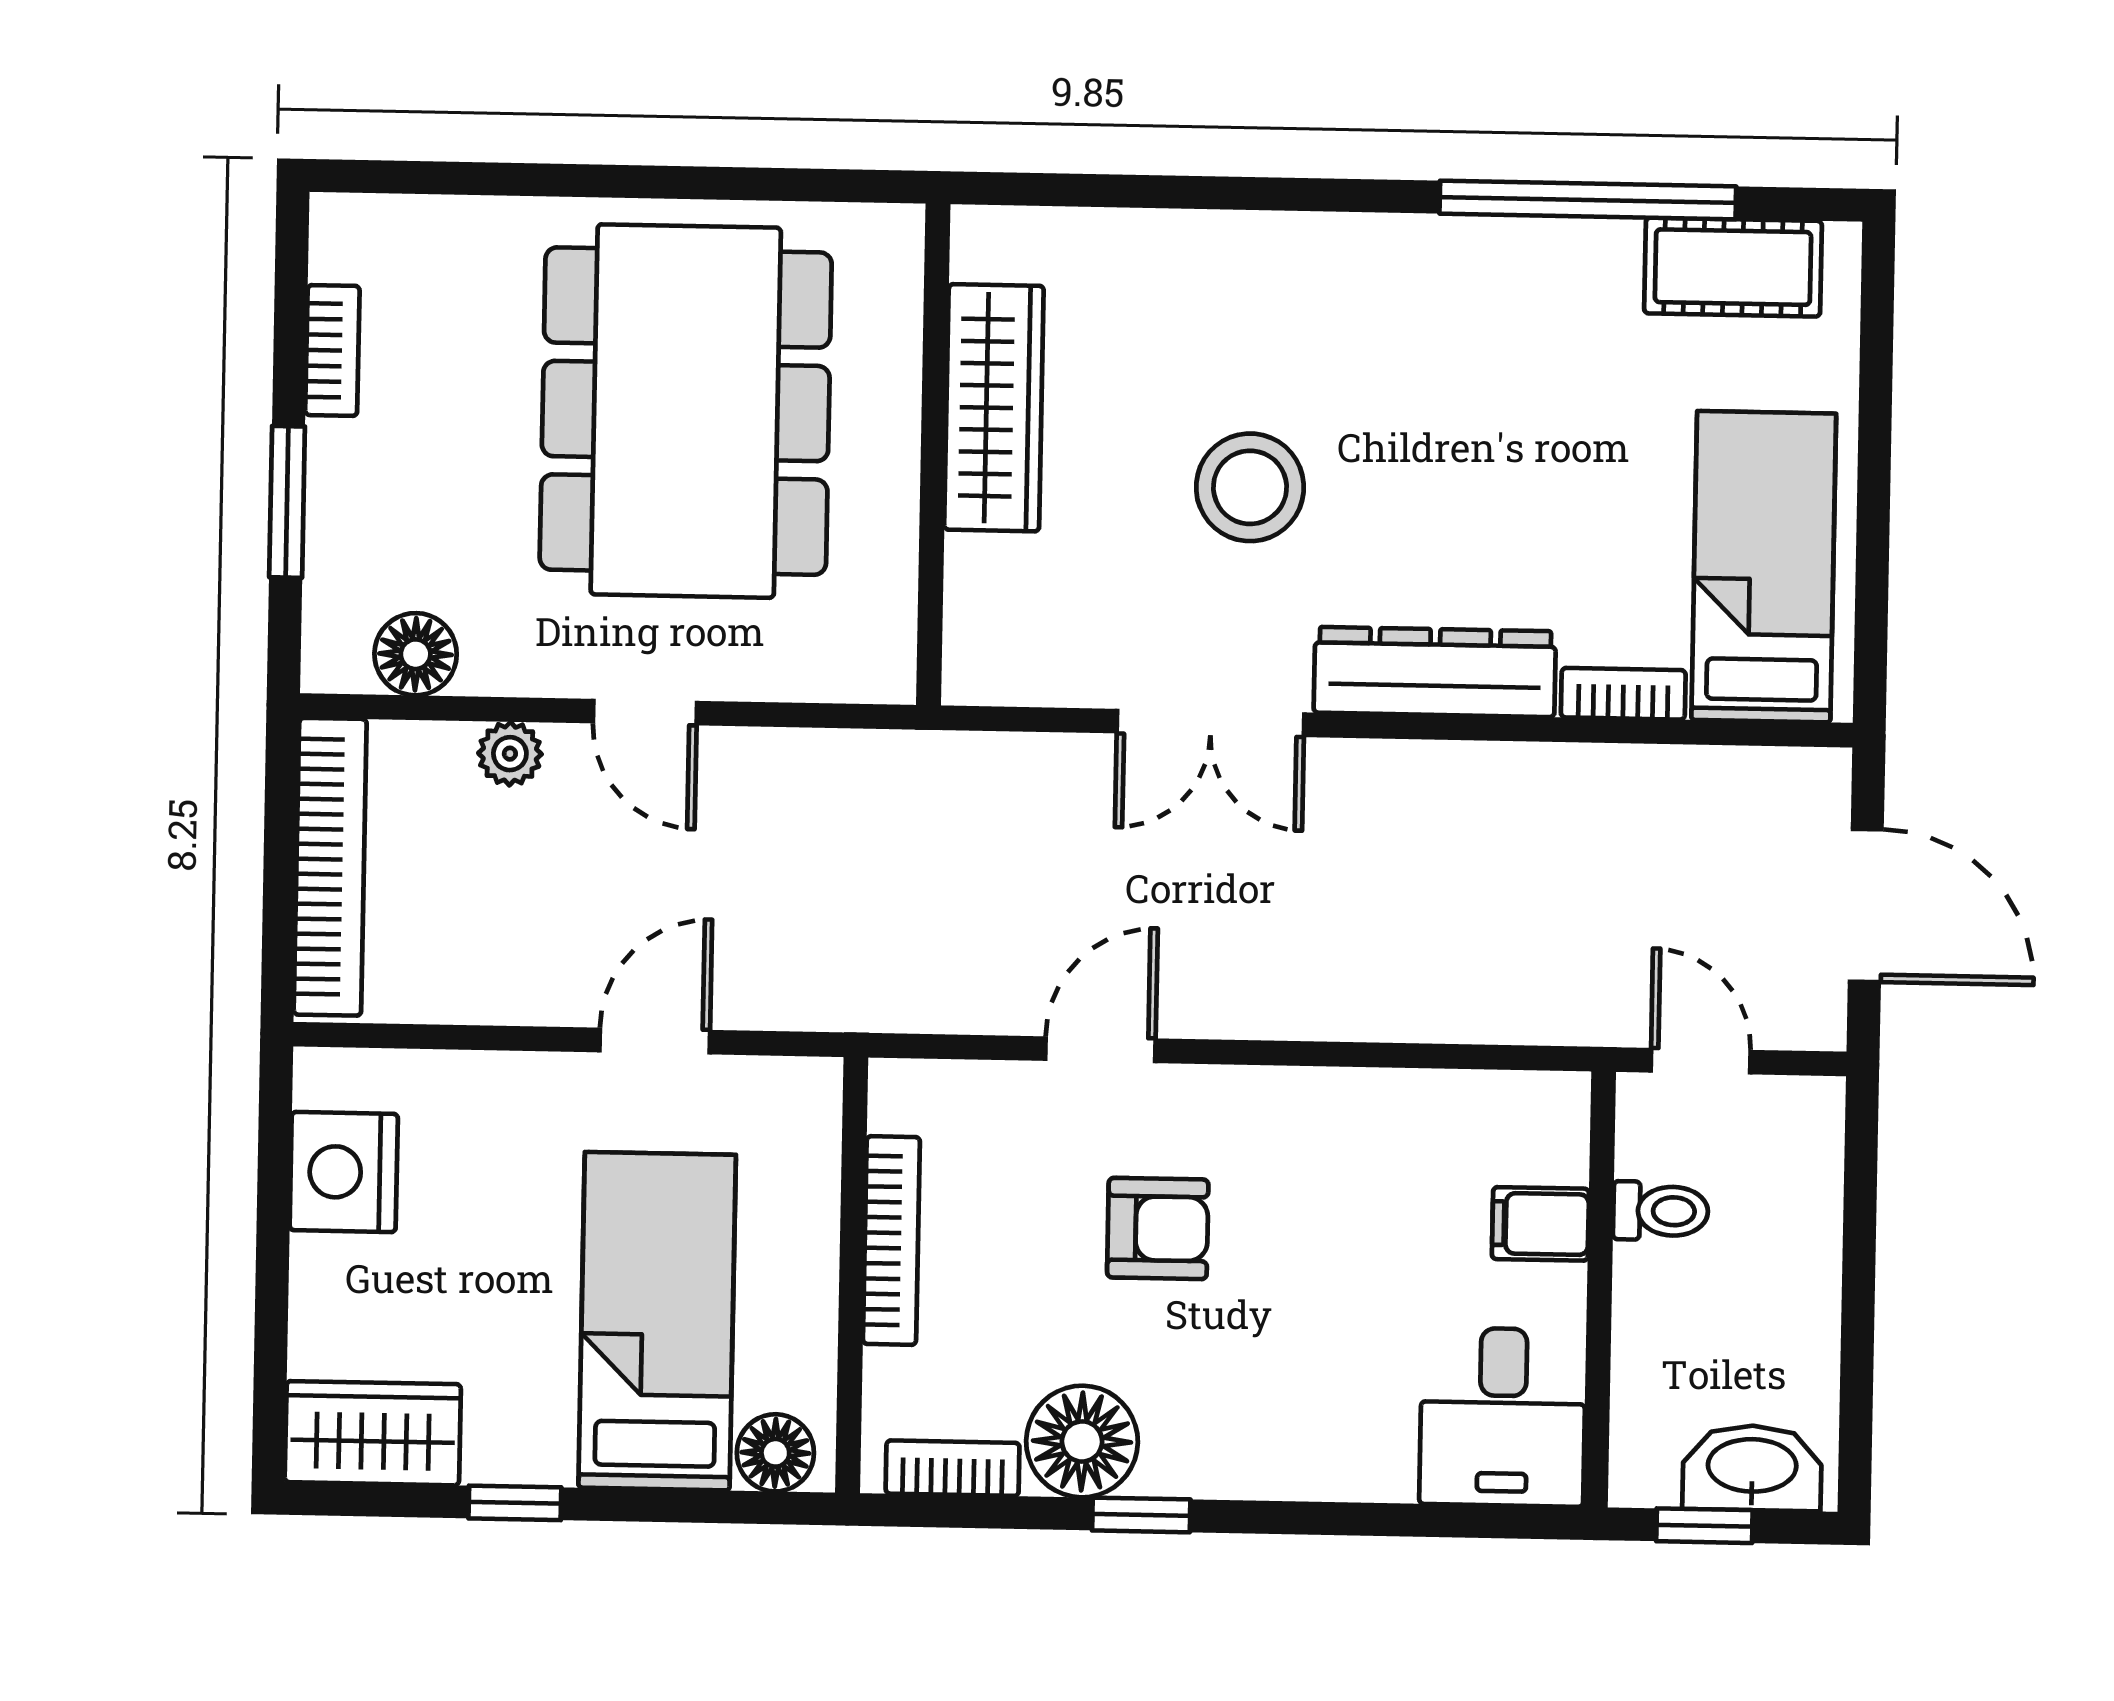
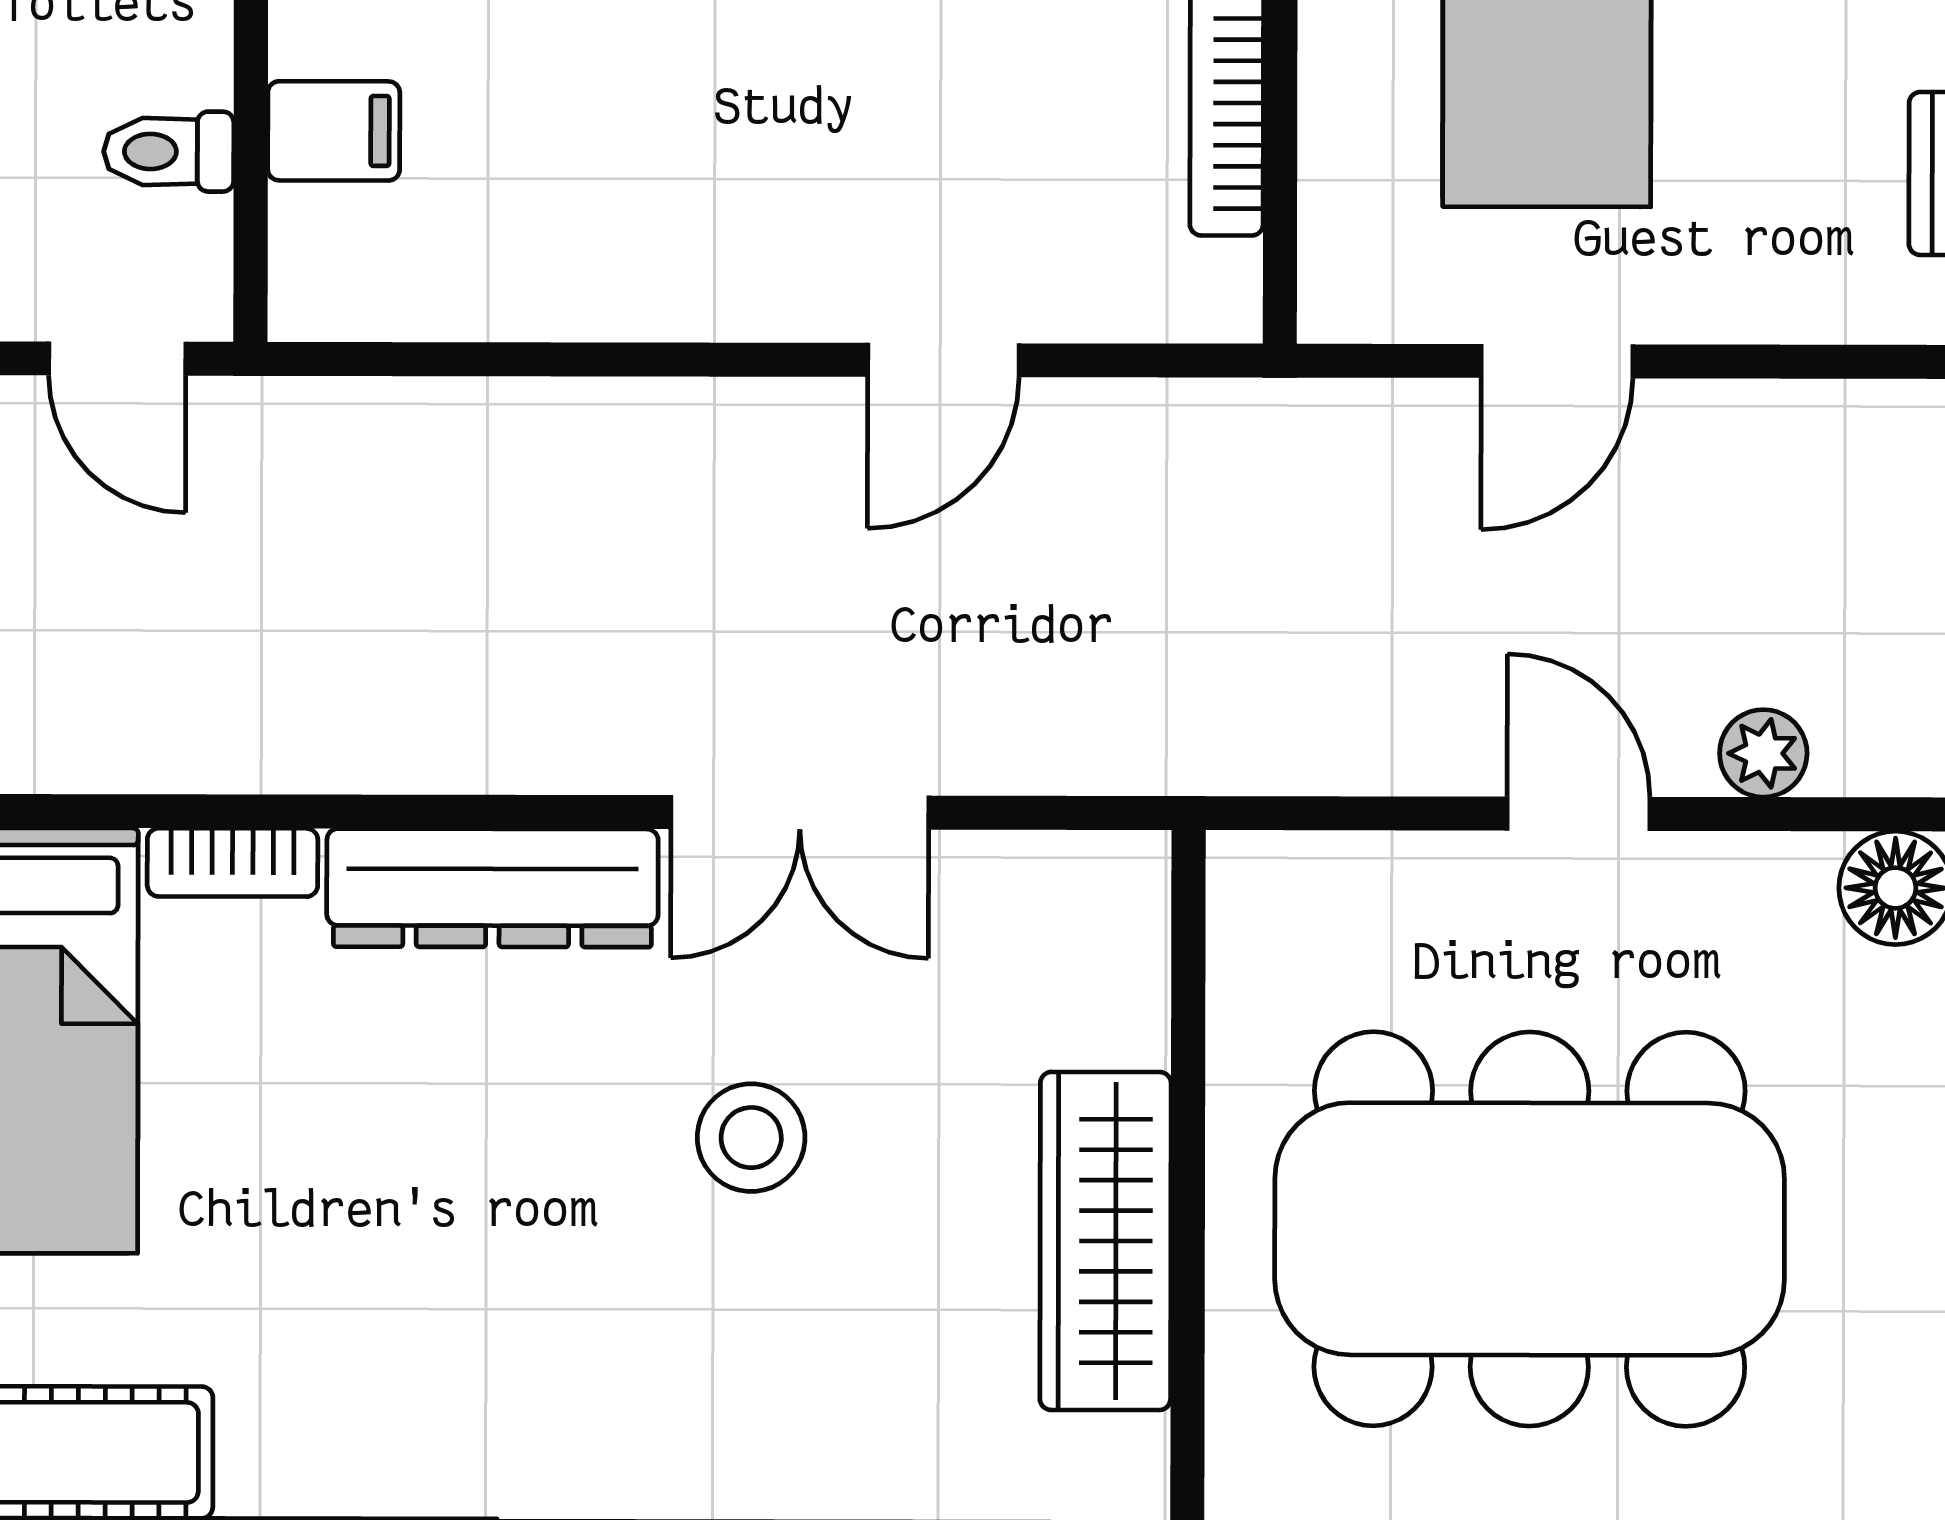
dining table: (686, 411) -> (1530, 1229), turned 90
stool: (1250, 487) -> (751, 1138), width x0.73, depth x0.73
double door: (1210, 723) -> (800, 812), swing flipped
armchair: (1158, 1228) -> (860, 115), removed

